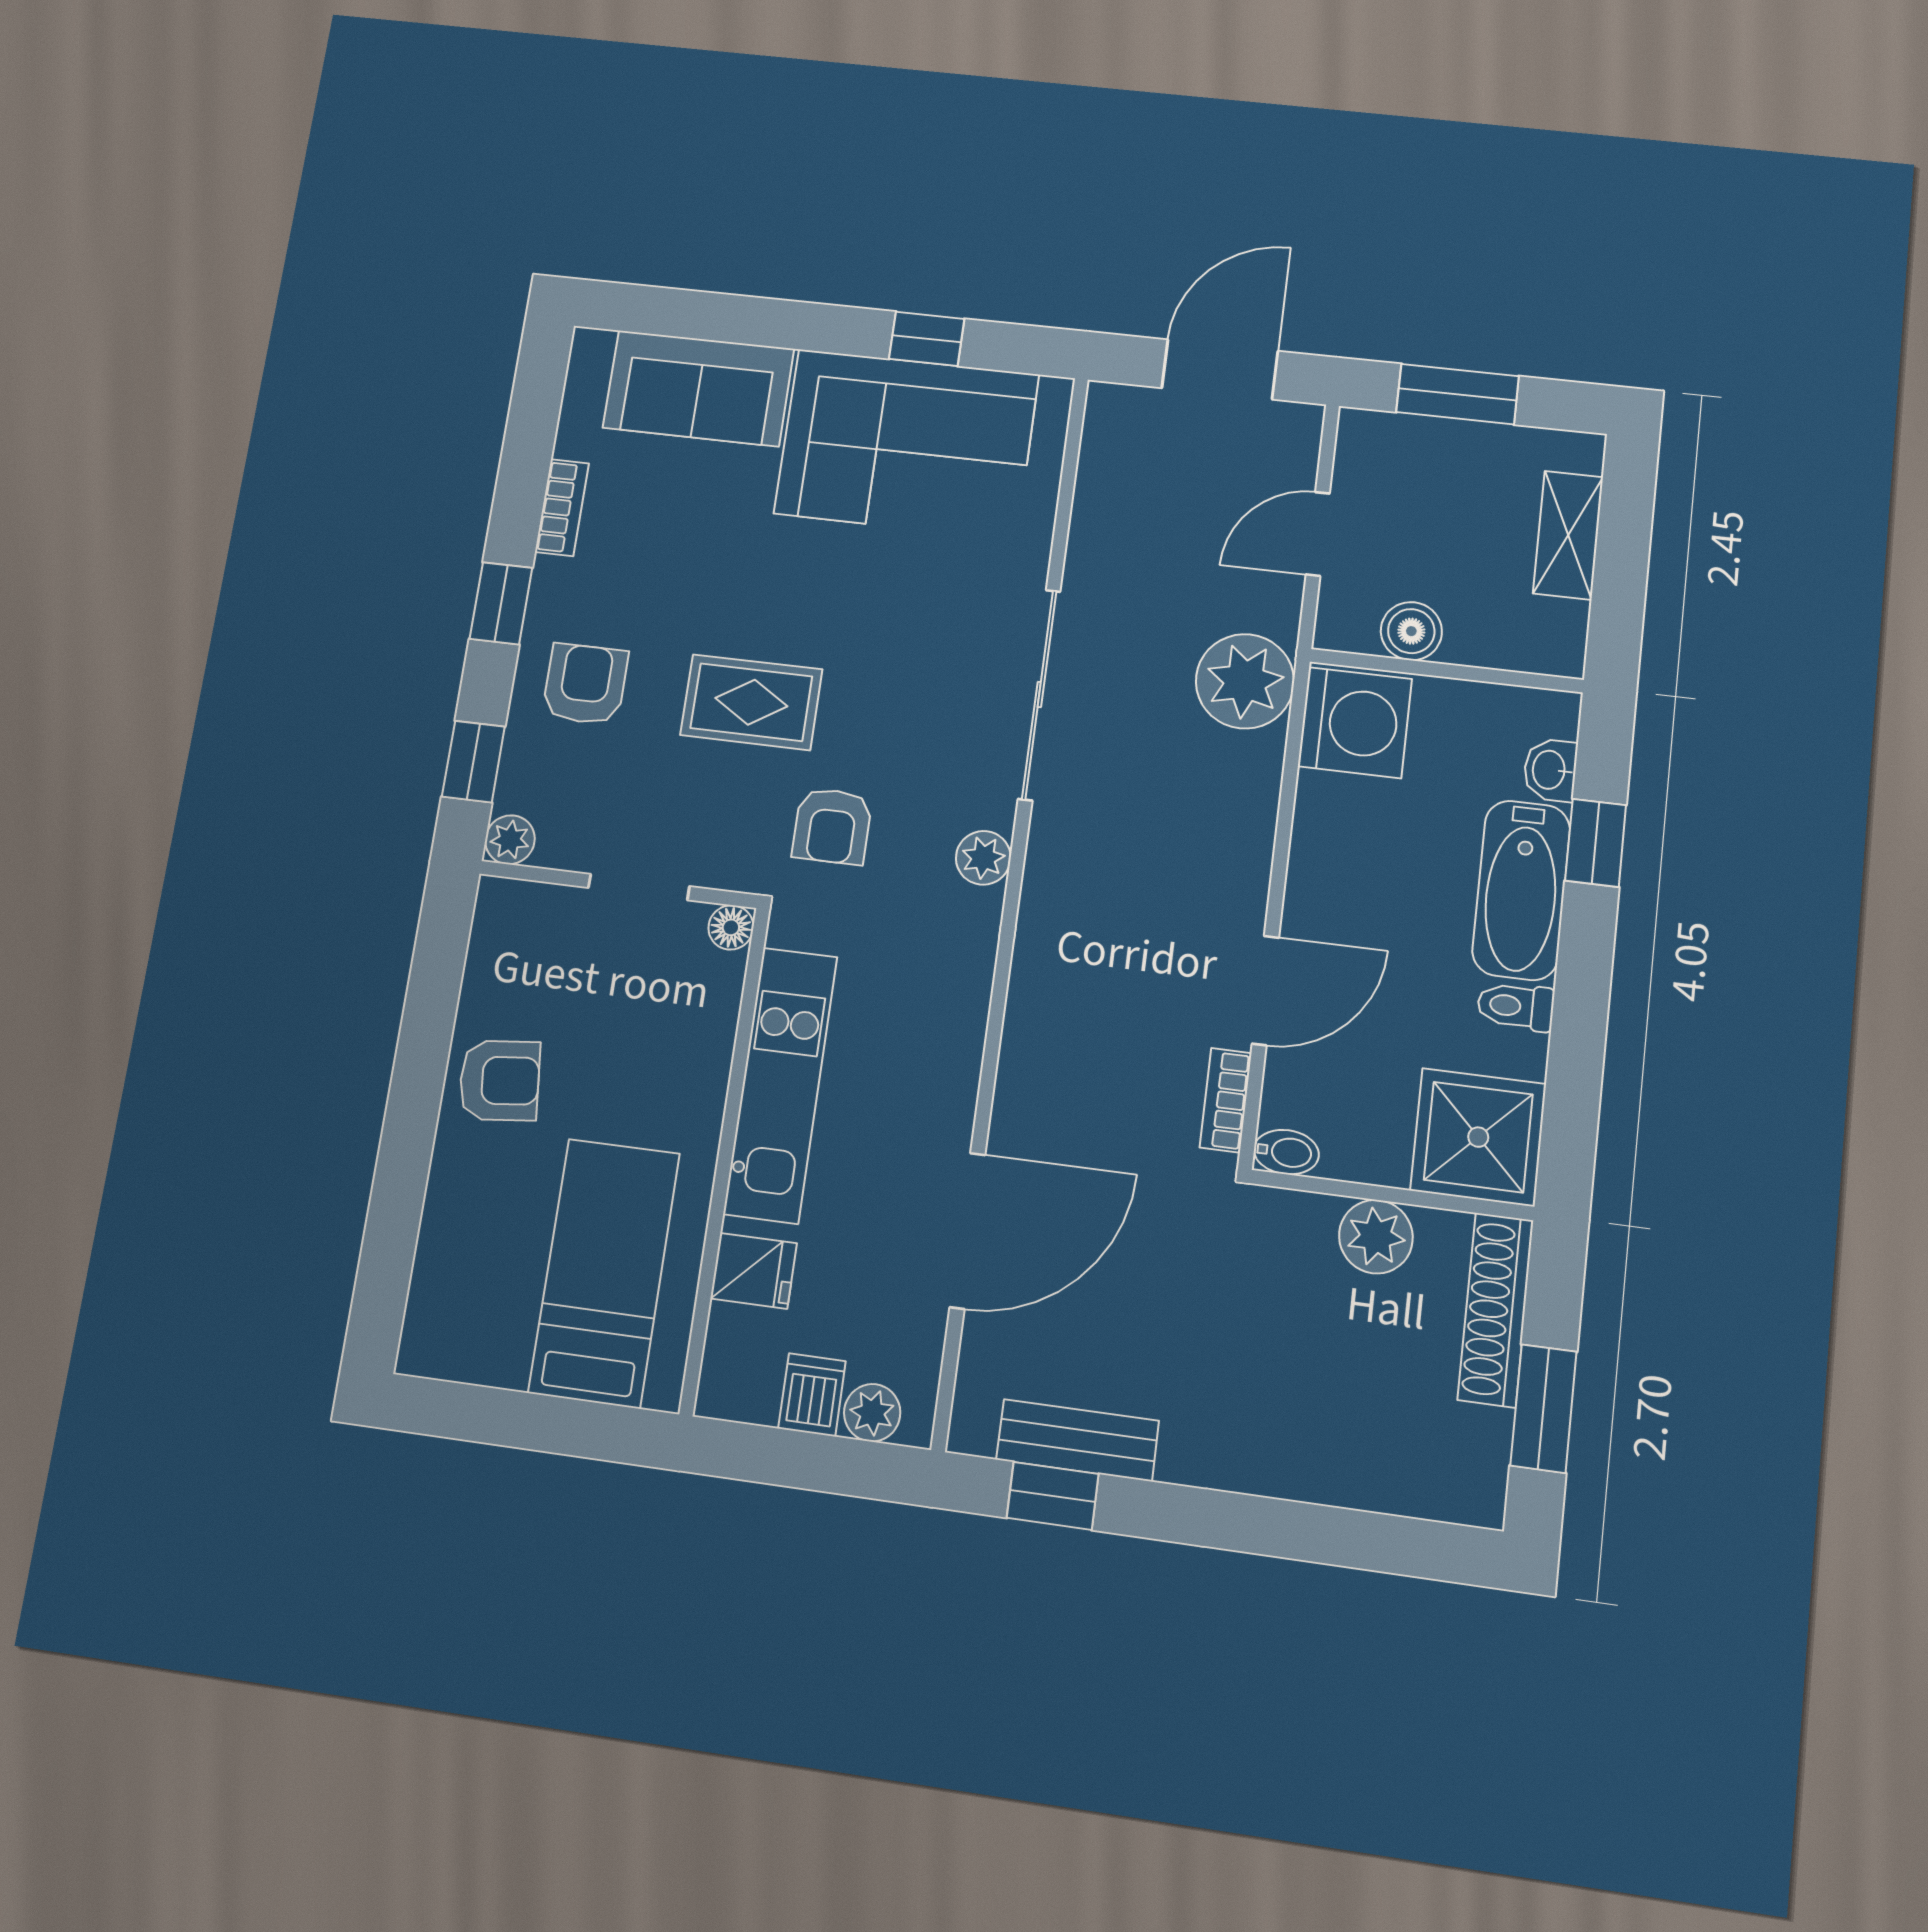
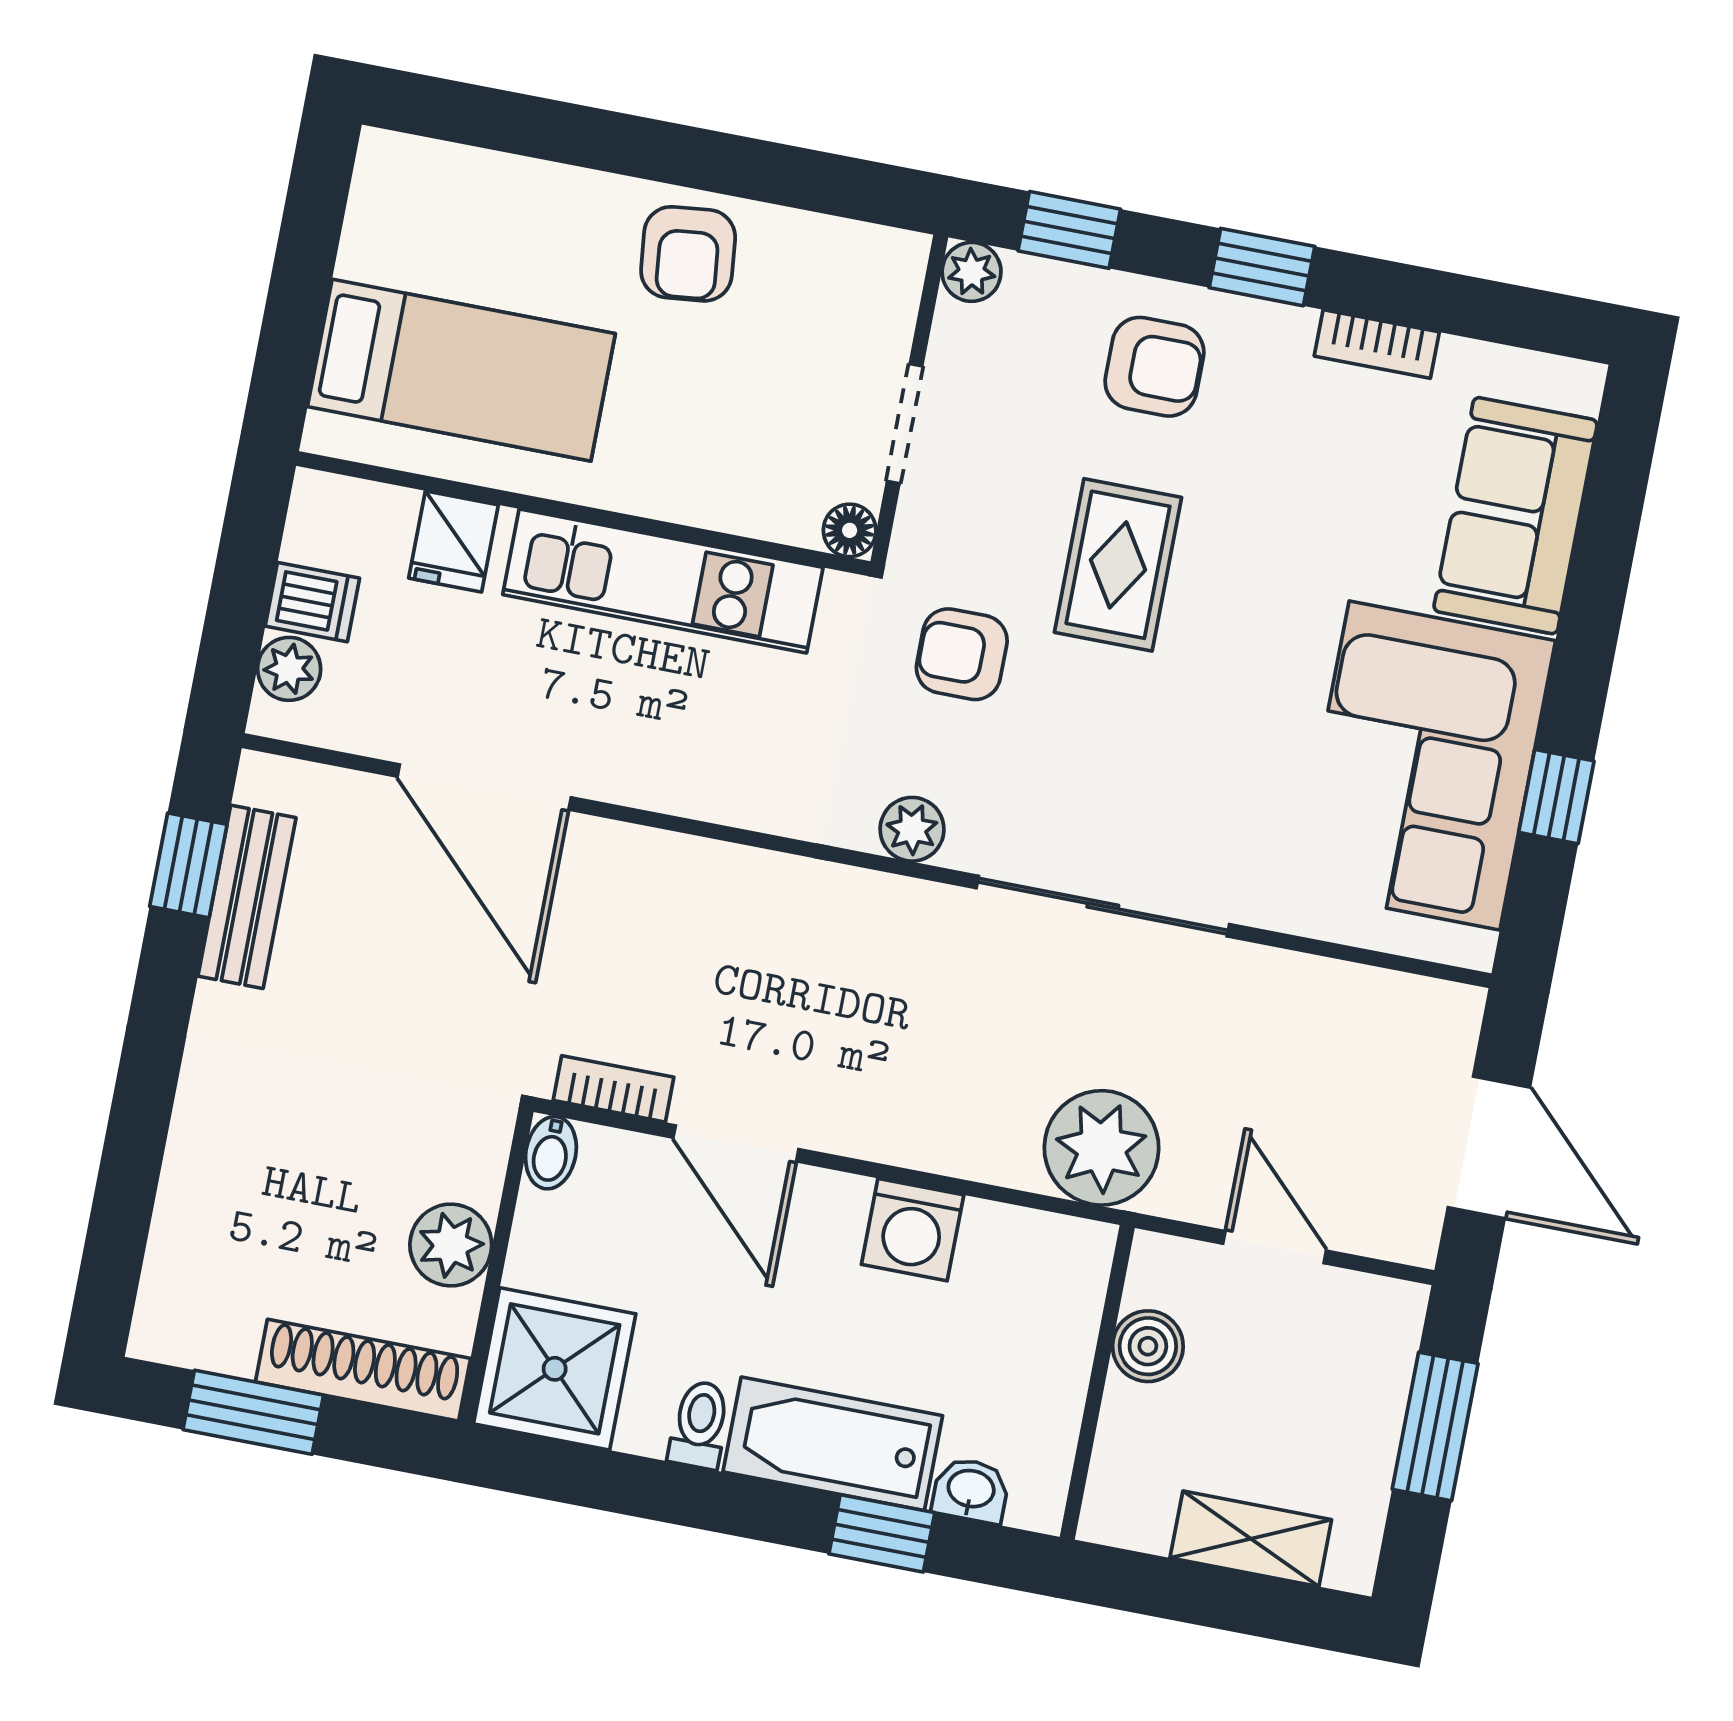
washing machine: (1355, 723) -> (913, 1230), moved, width x0.73, depth x0.73

